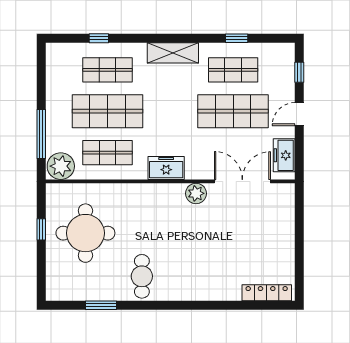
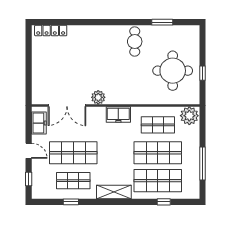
shop shelf: (108, 70) -> (158, 181), width x1.43, depth x1.36
door: (299, 114) -> (29, 151), hinge flipped
window: (41, 134) -> (202, 163), moved

